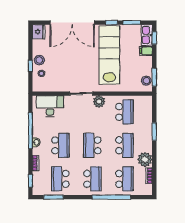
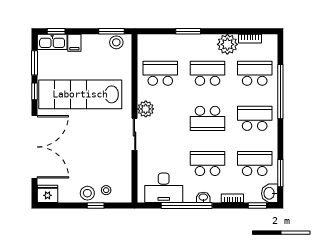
desk: (50, 106) -> (164, 188), moved, turned -90
school desk: (60, 179) -> (255, 163), turned 180
washbasin: (39, 189) -> (270, 193), added

